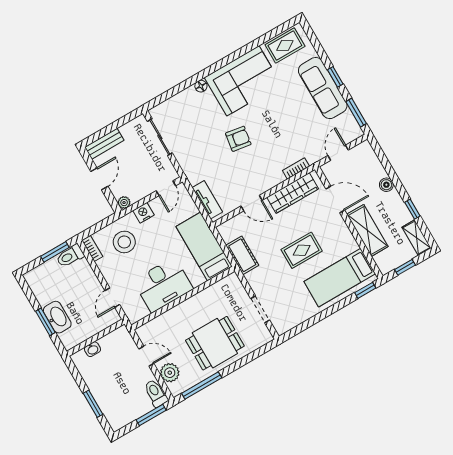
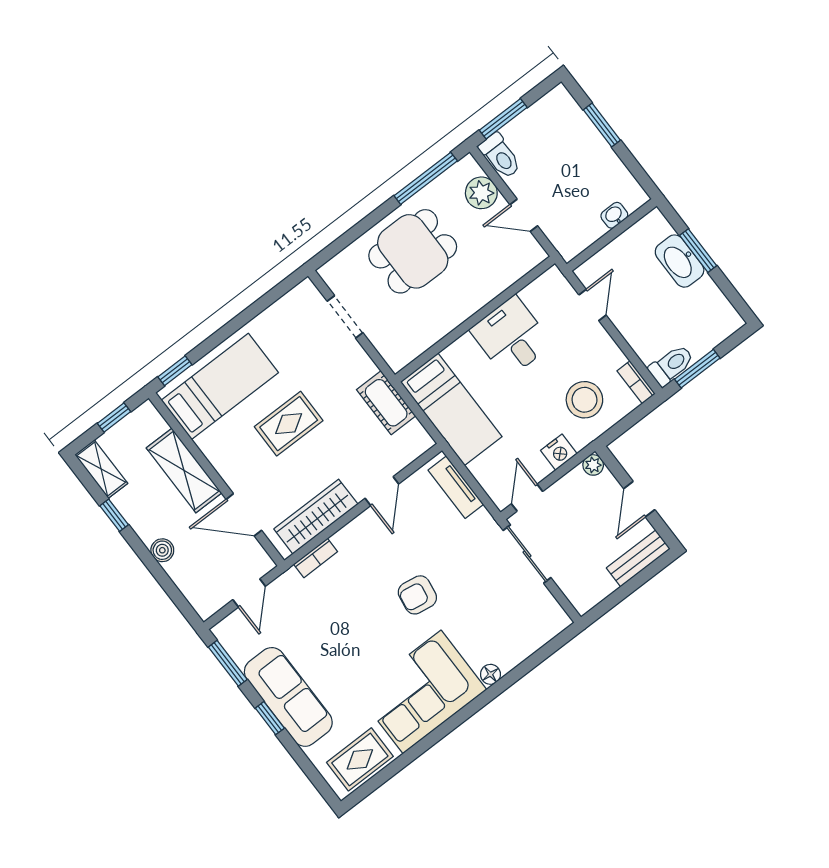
sliding door: (160, 137) -> (527, 554), moved
door: (251, 203) -> (382, 491), swing flipped
desk: (163, 285) -> (511, 337), width x0.73

